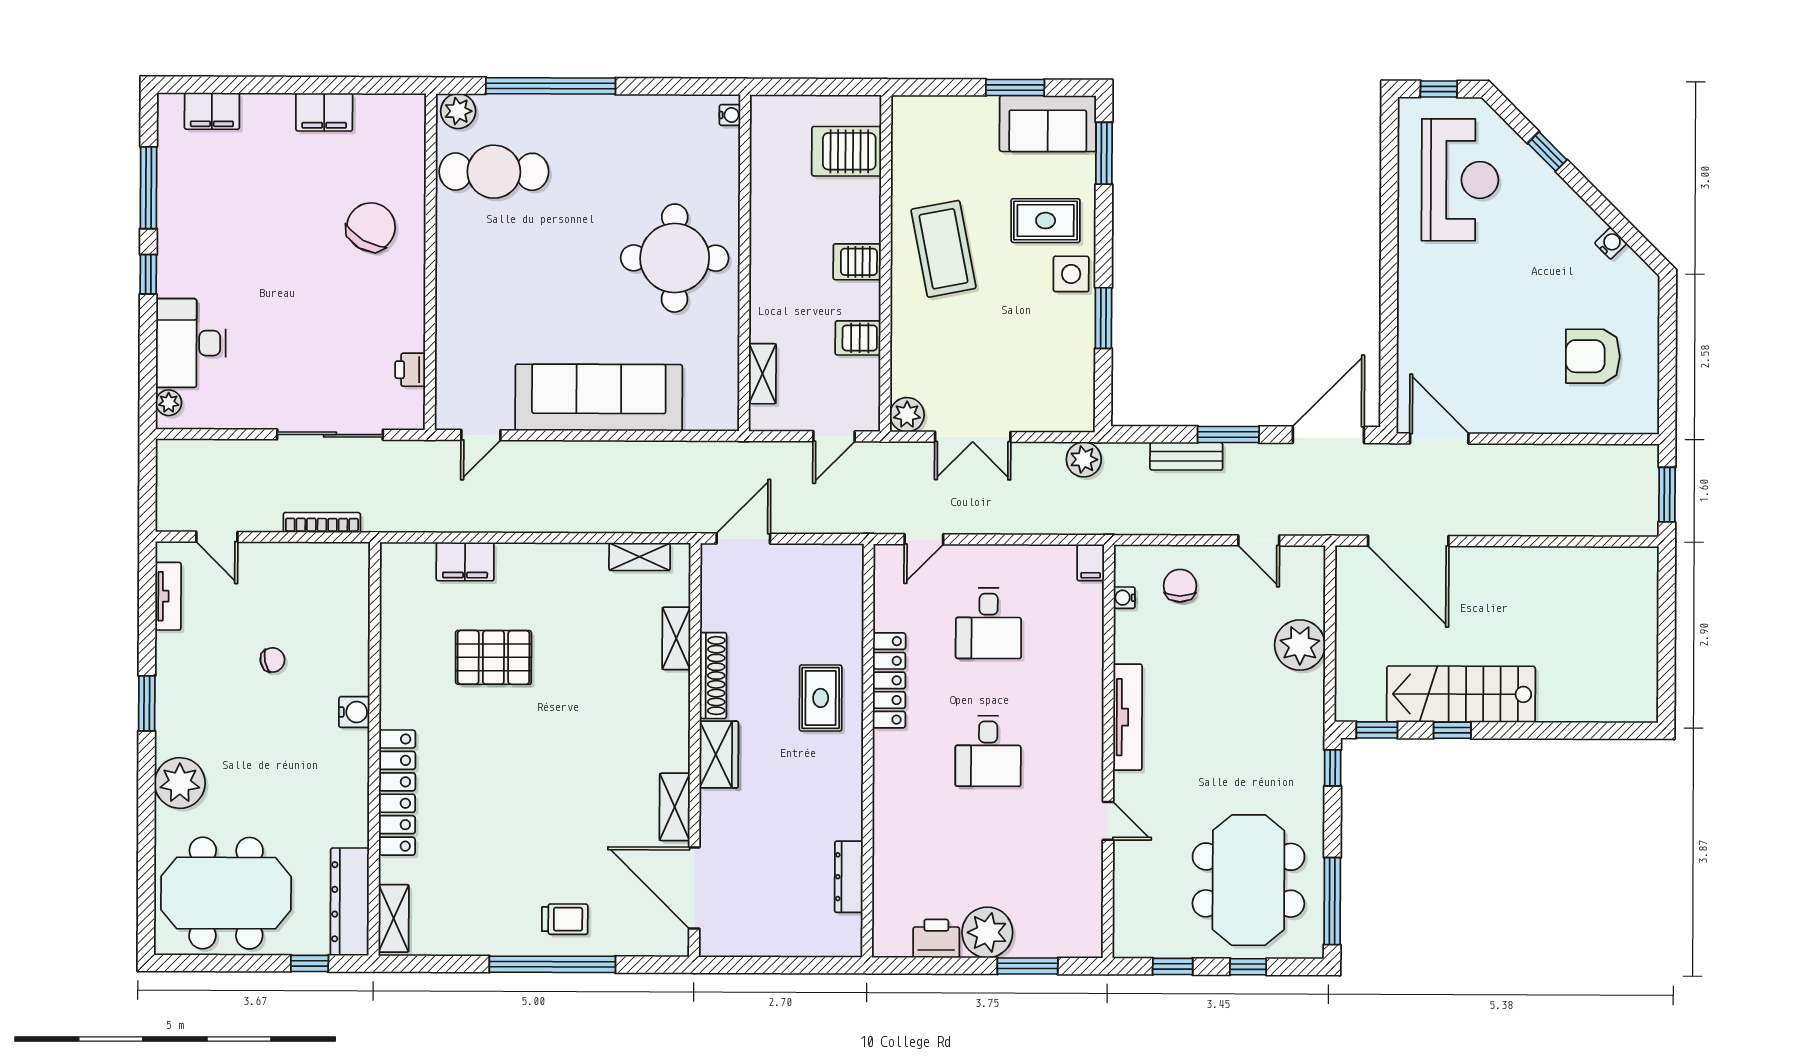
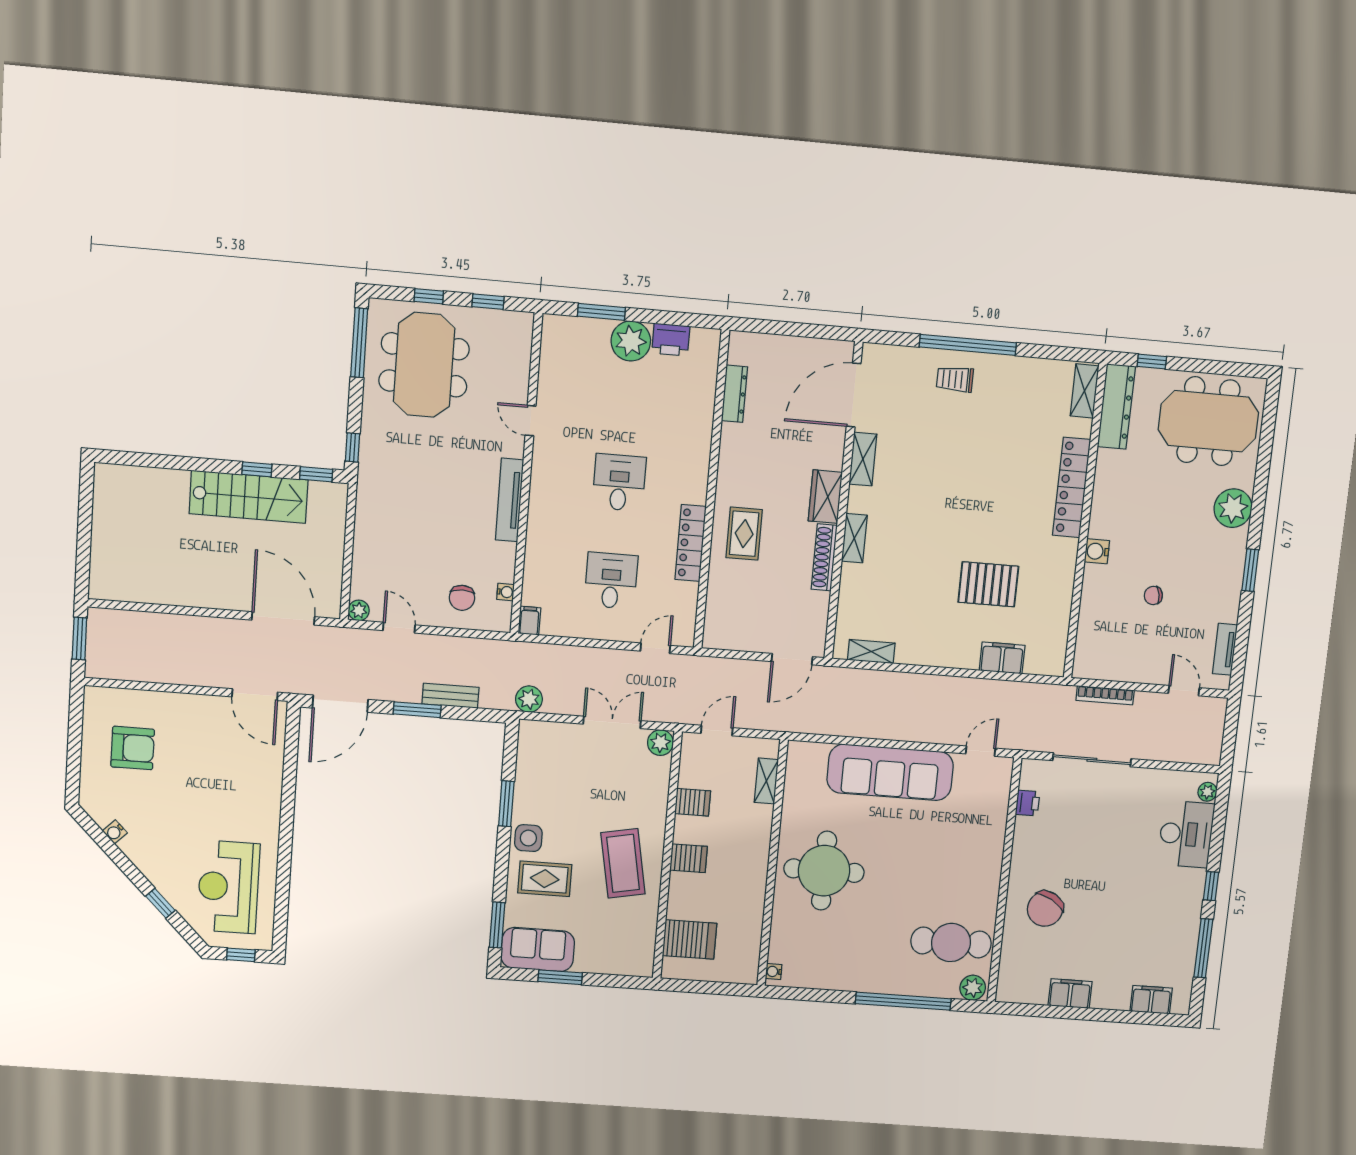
shelving: (676, 638) -> (854, 538), moved
plant: (1300, 645) -> (359, 610), moved, width x0.53, depth x0.53
door: (694, 888) -> (854, 395), swing flipped

